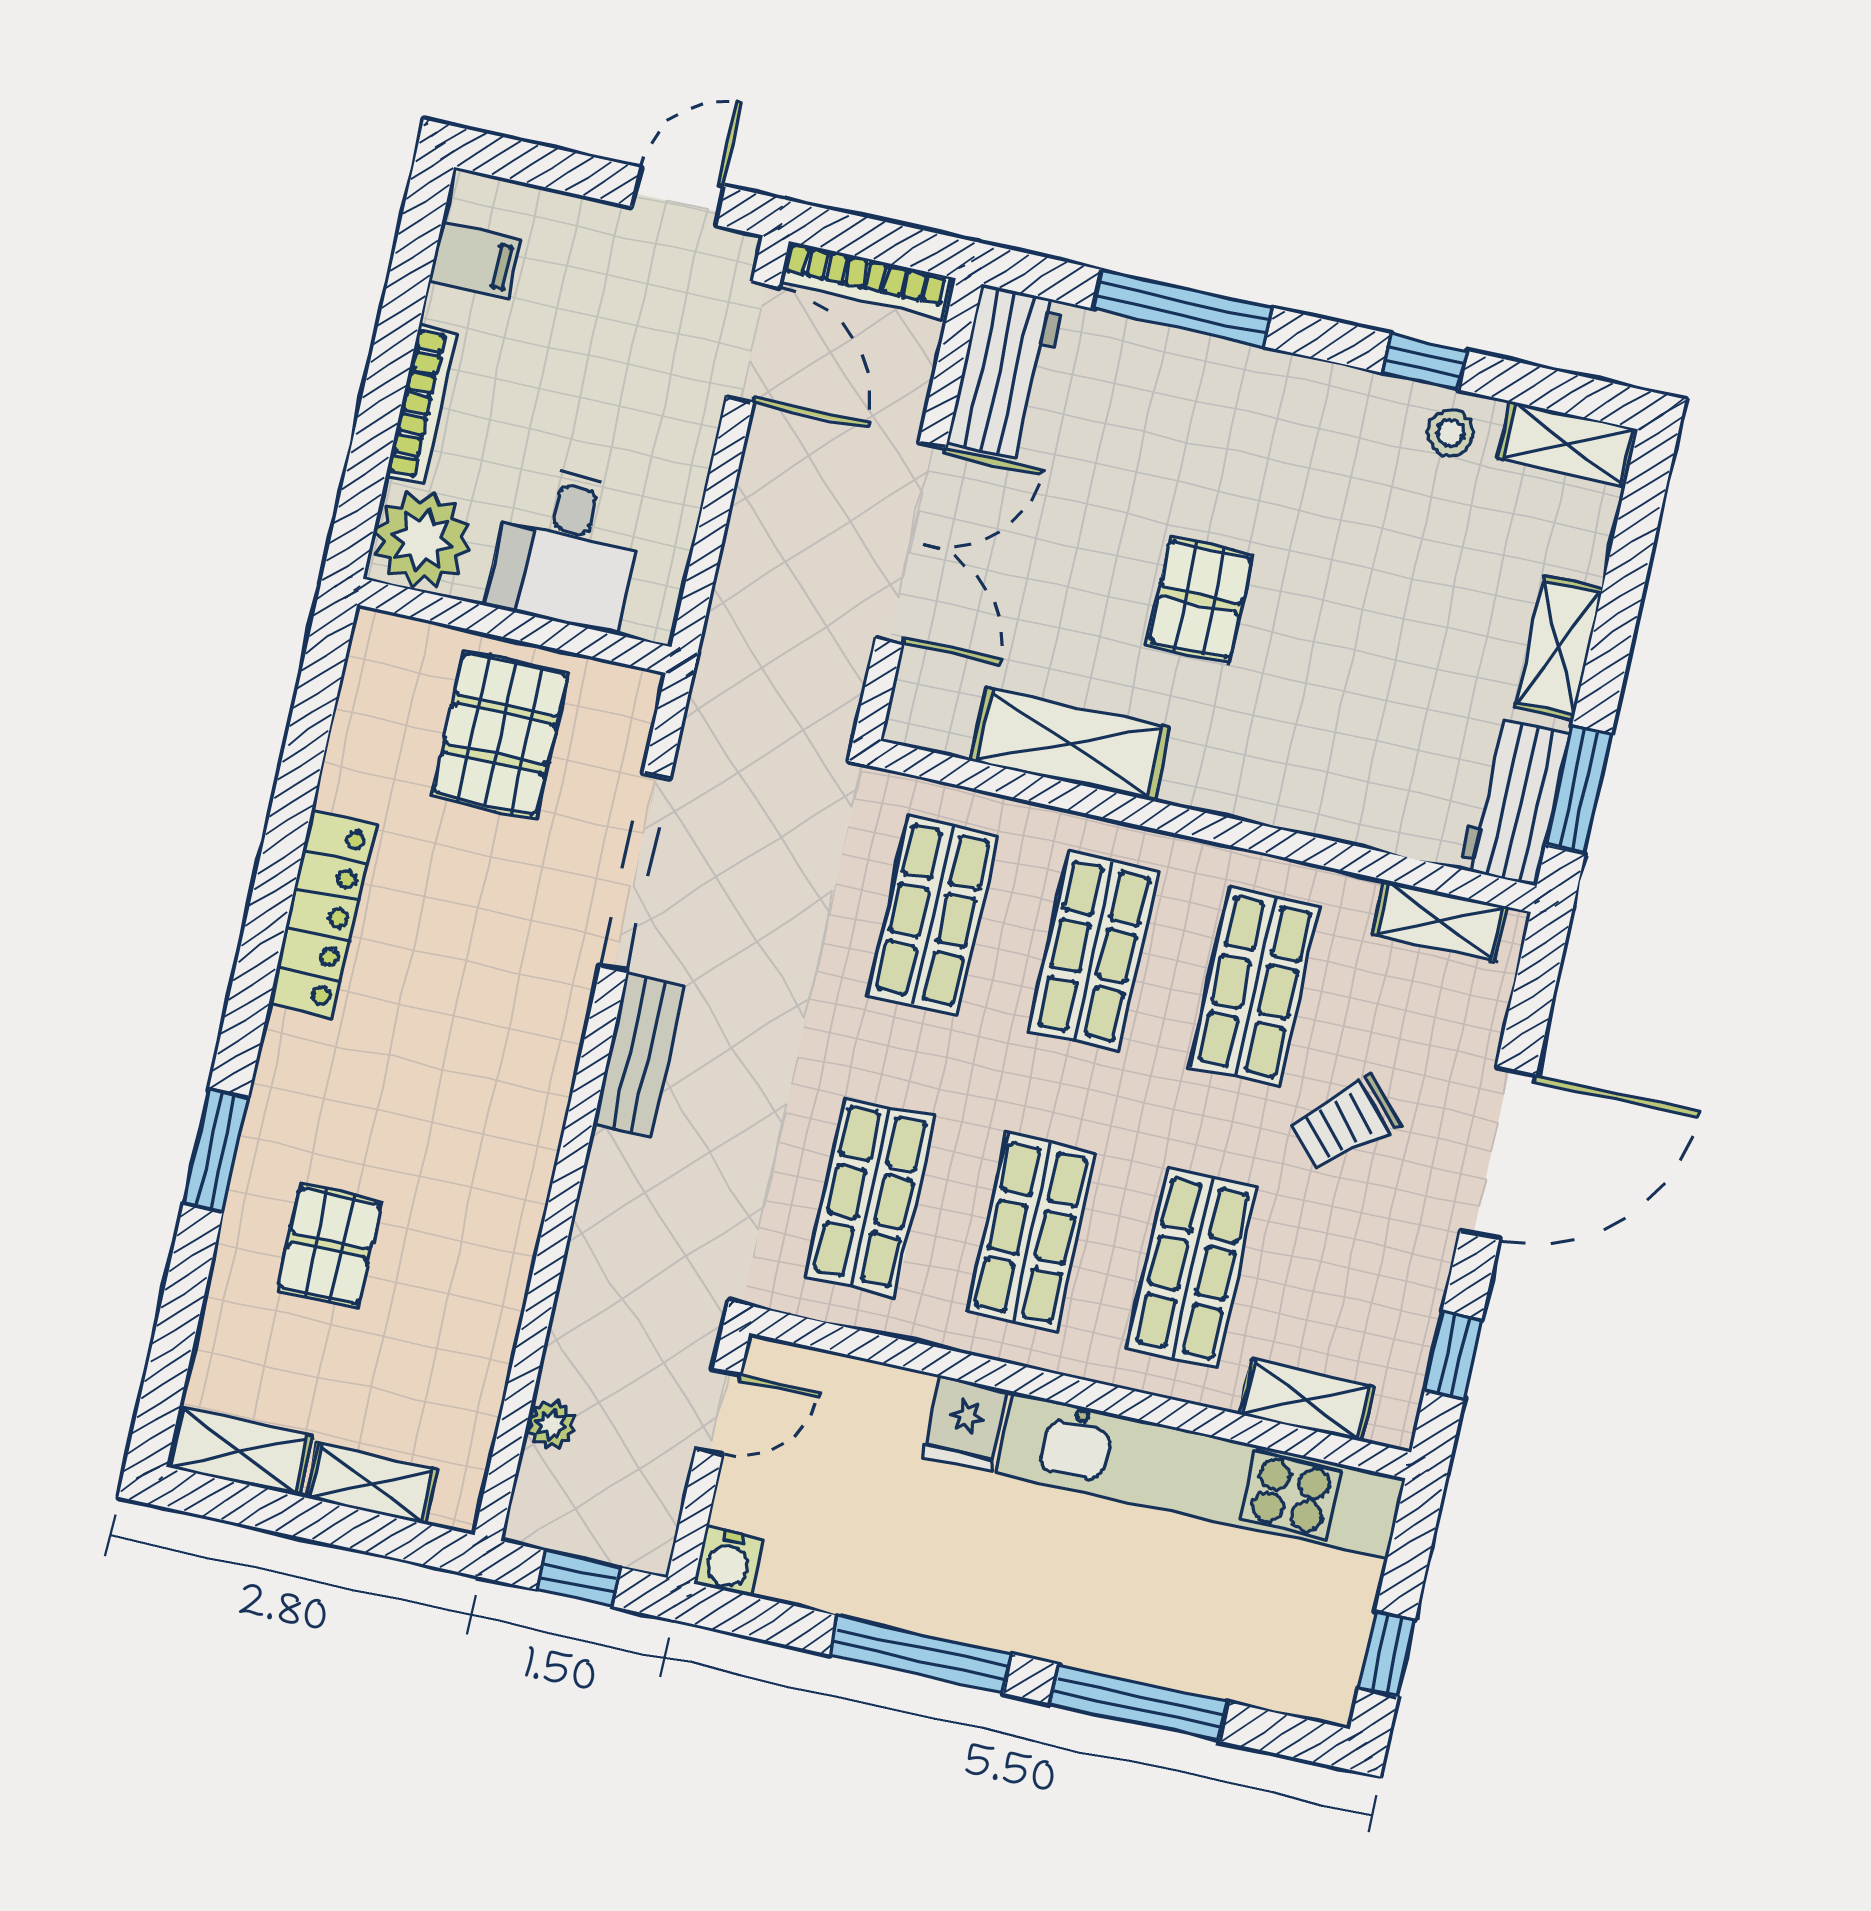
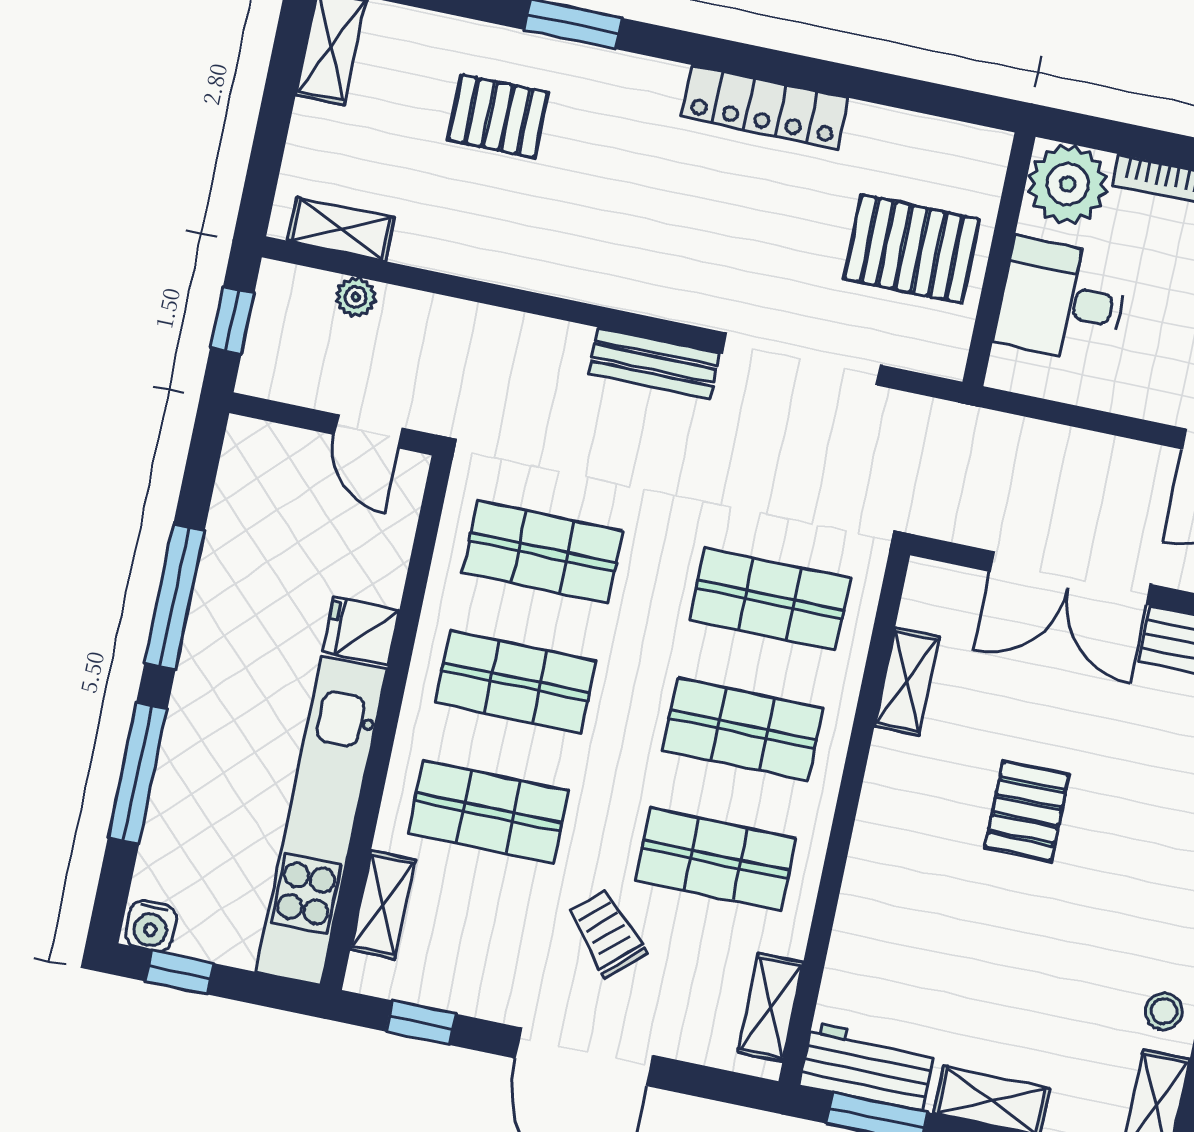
pallet: (1200, 600) -> (1027, 811), turned 90
shelving: (1070, 744) -> (907, 682), width x0.67, depth x0.75
shelving: (371, 1484) -> (341, 229), moved, turned 90
water cooler: (728, 1561) -> (151, 926), moved, turned -90

